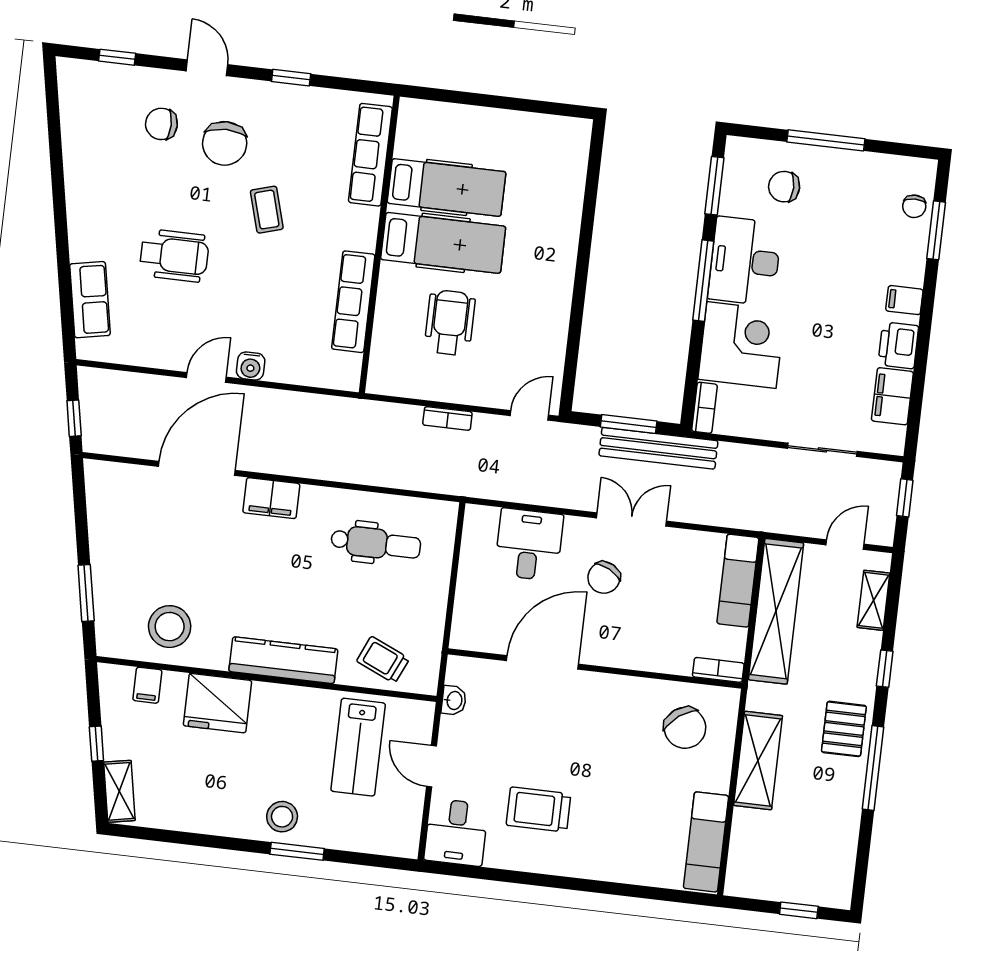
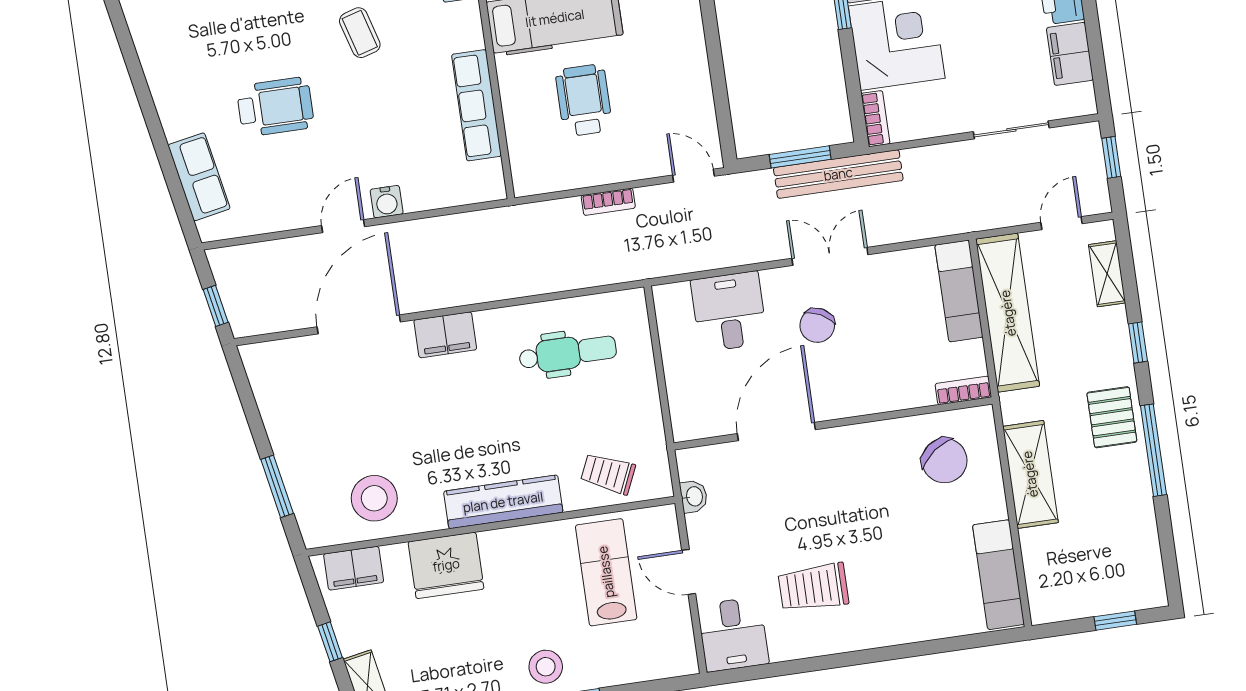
door: (529, 415) -> (693, 176), hinge flipped
filing cabinet: (147, 685) -> (354, 568), width x2.00
lab bench: (358, 747) -> (606, 572), turned 180

